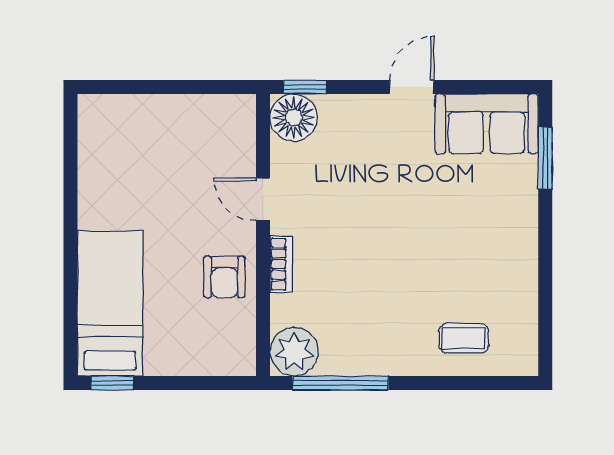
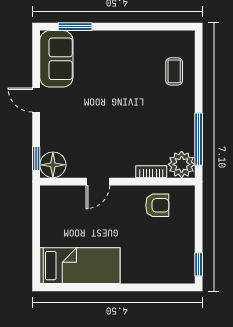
bookcase: (281, 264) -> (151, 172), moved
armchair: (224, 277) -> (157, 205), moved
bed: (110, 303) -> (80, 266), moved, turned 180

